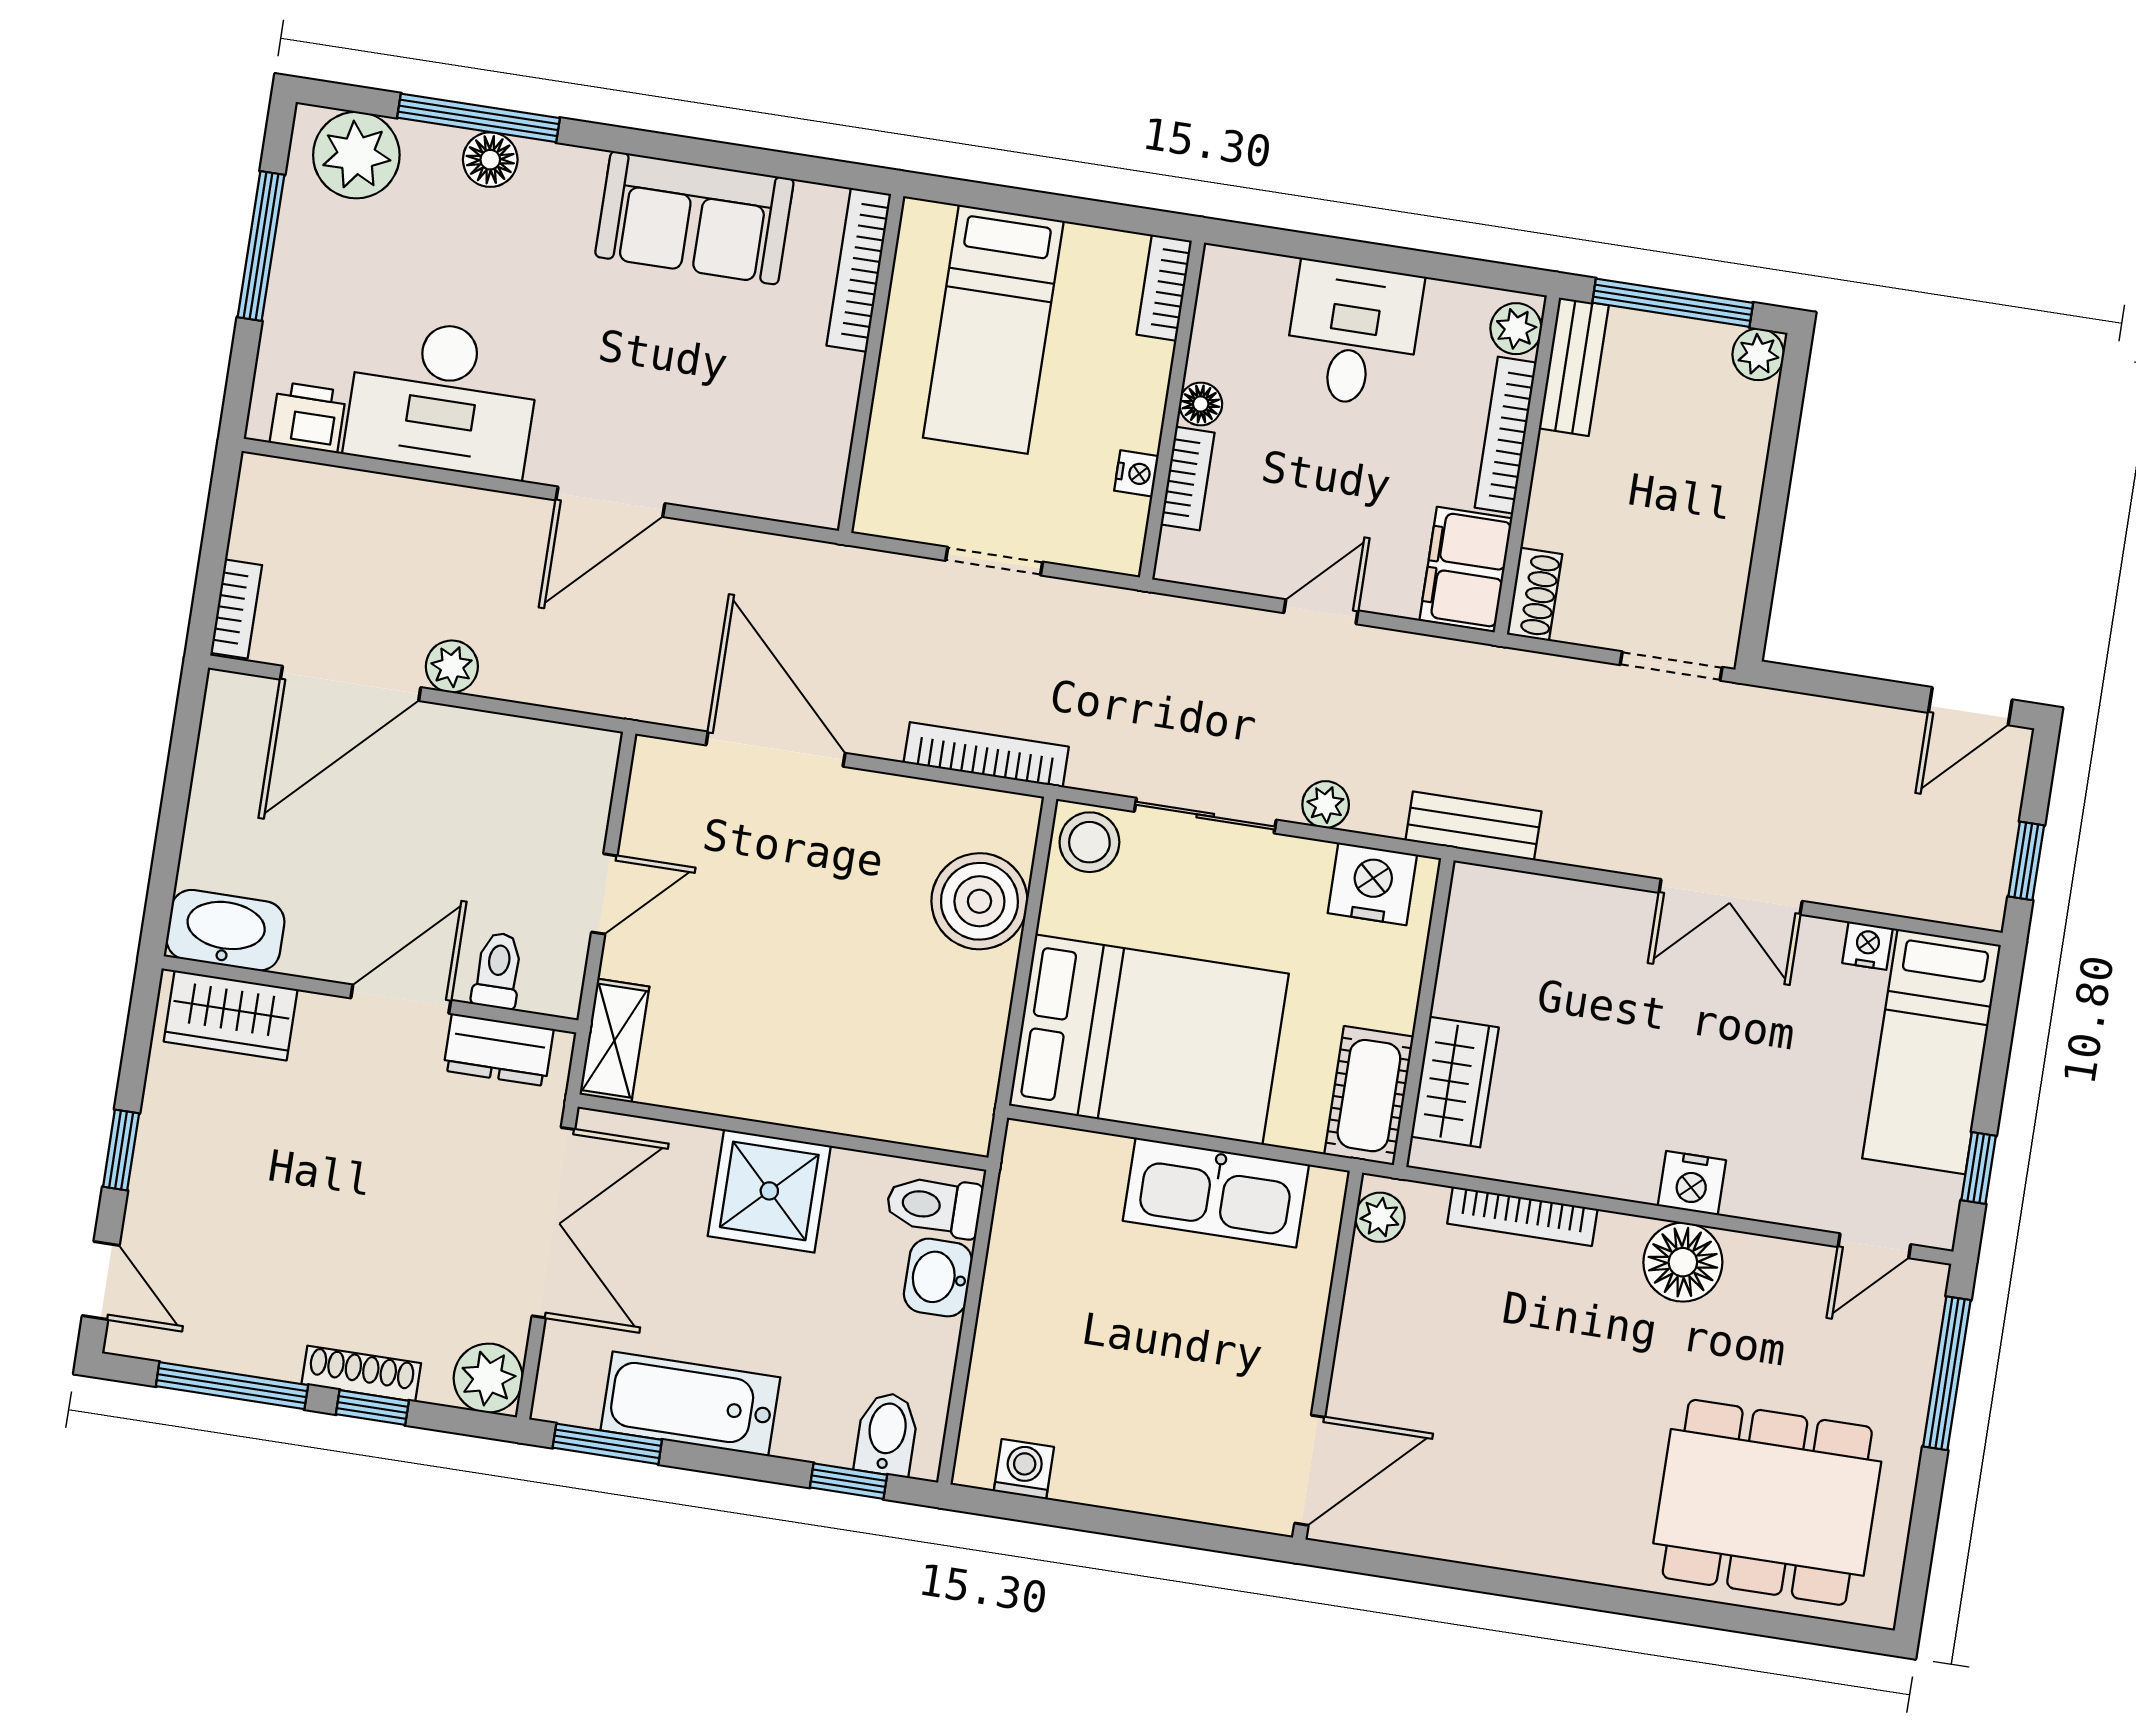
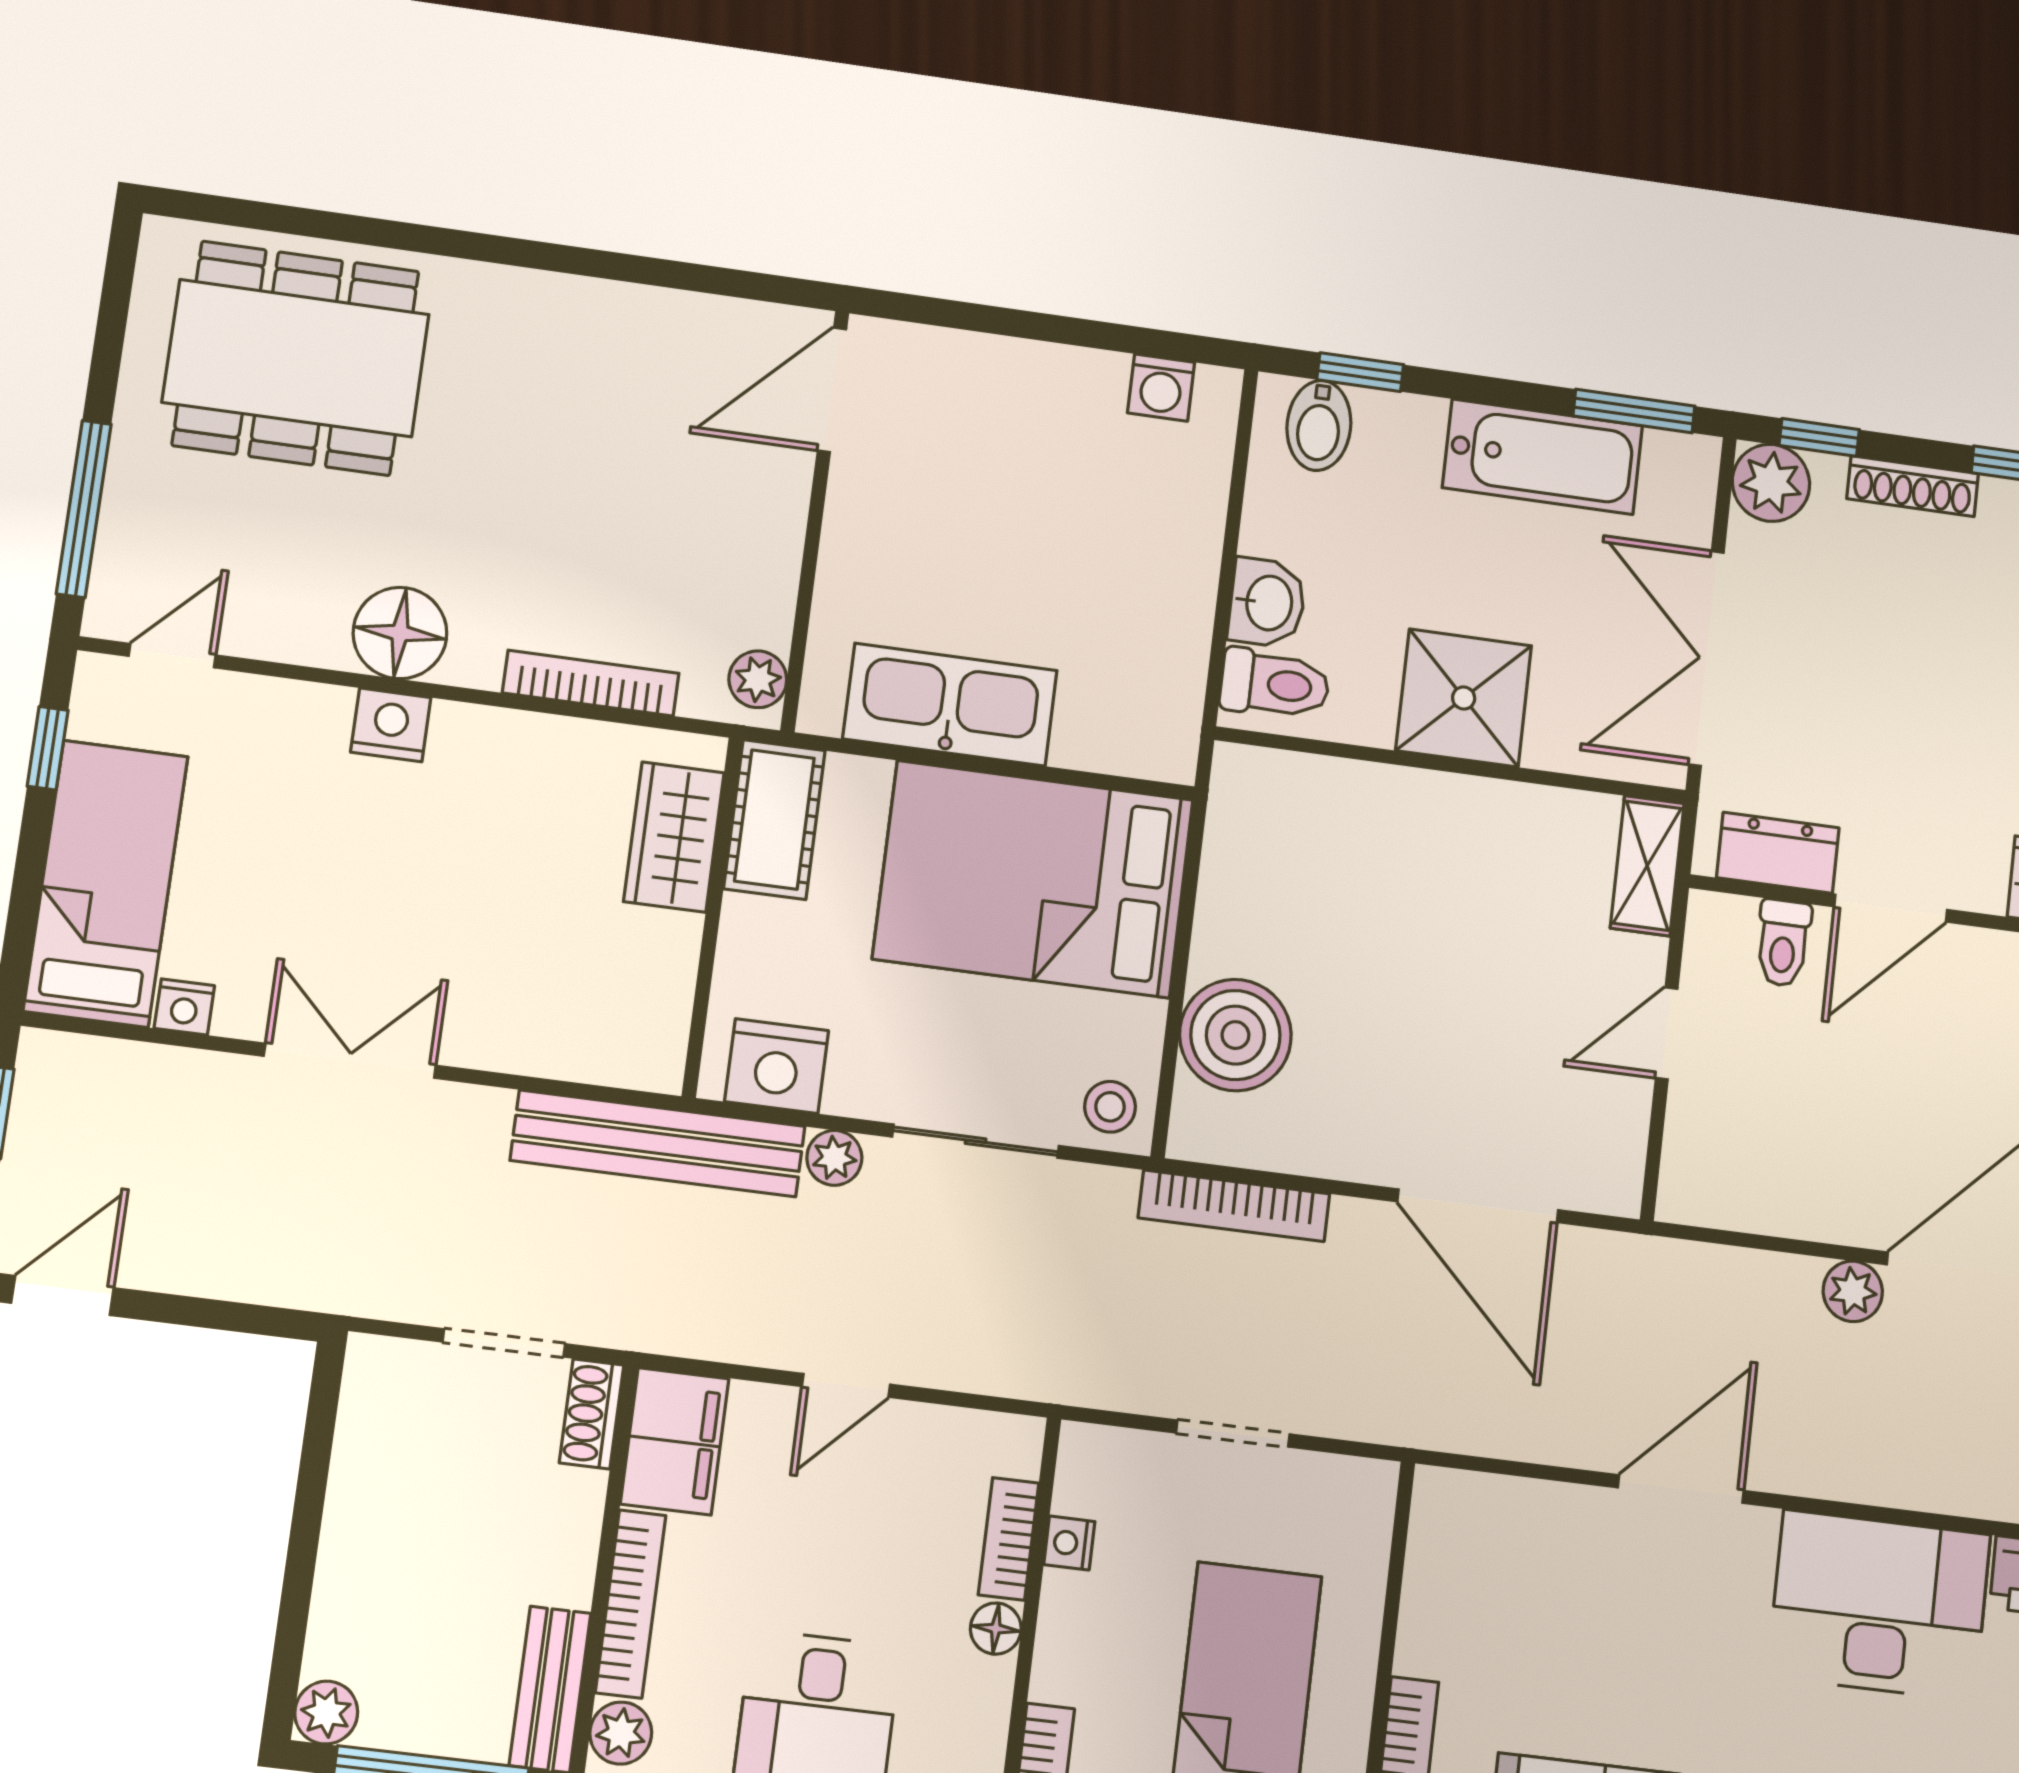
doorway: (1671, 666) -> (504, 1343), moved
bench: (1473, 826) -> (658, 1143), width x1.86, depth x1.21
stool: (1089, 842) -> (1110, 1107), width x0.73, depth x0.73
window: (372, 1407) -> (1819, 437), moved

